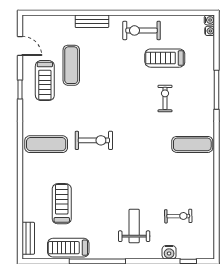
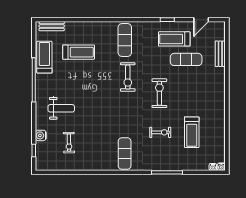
bench: (92, 21) -> (220, 54), moved
exercise bike: (142, 30) -> (159, 93), moved
treadmill: (165, 58) -> (192, 132), turned 180

